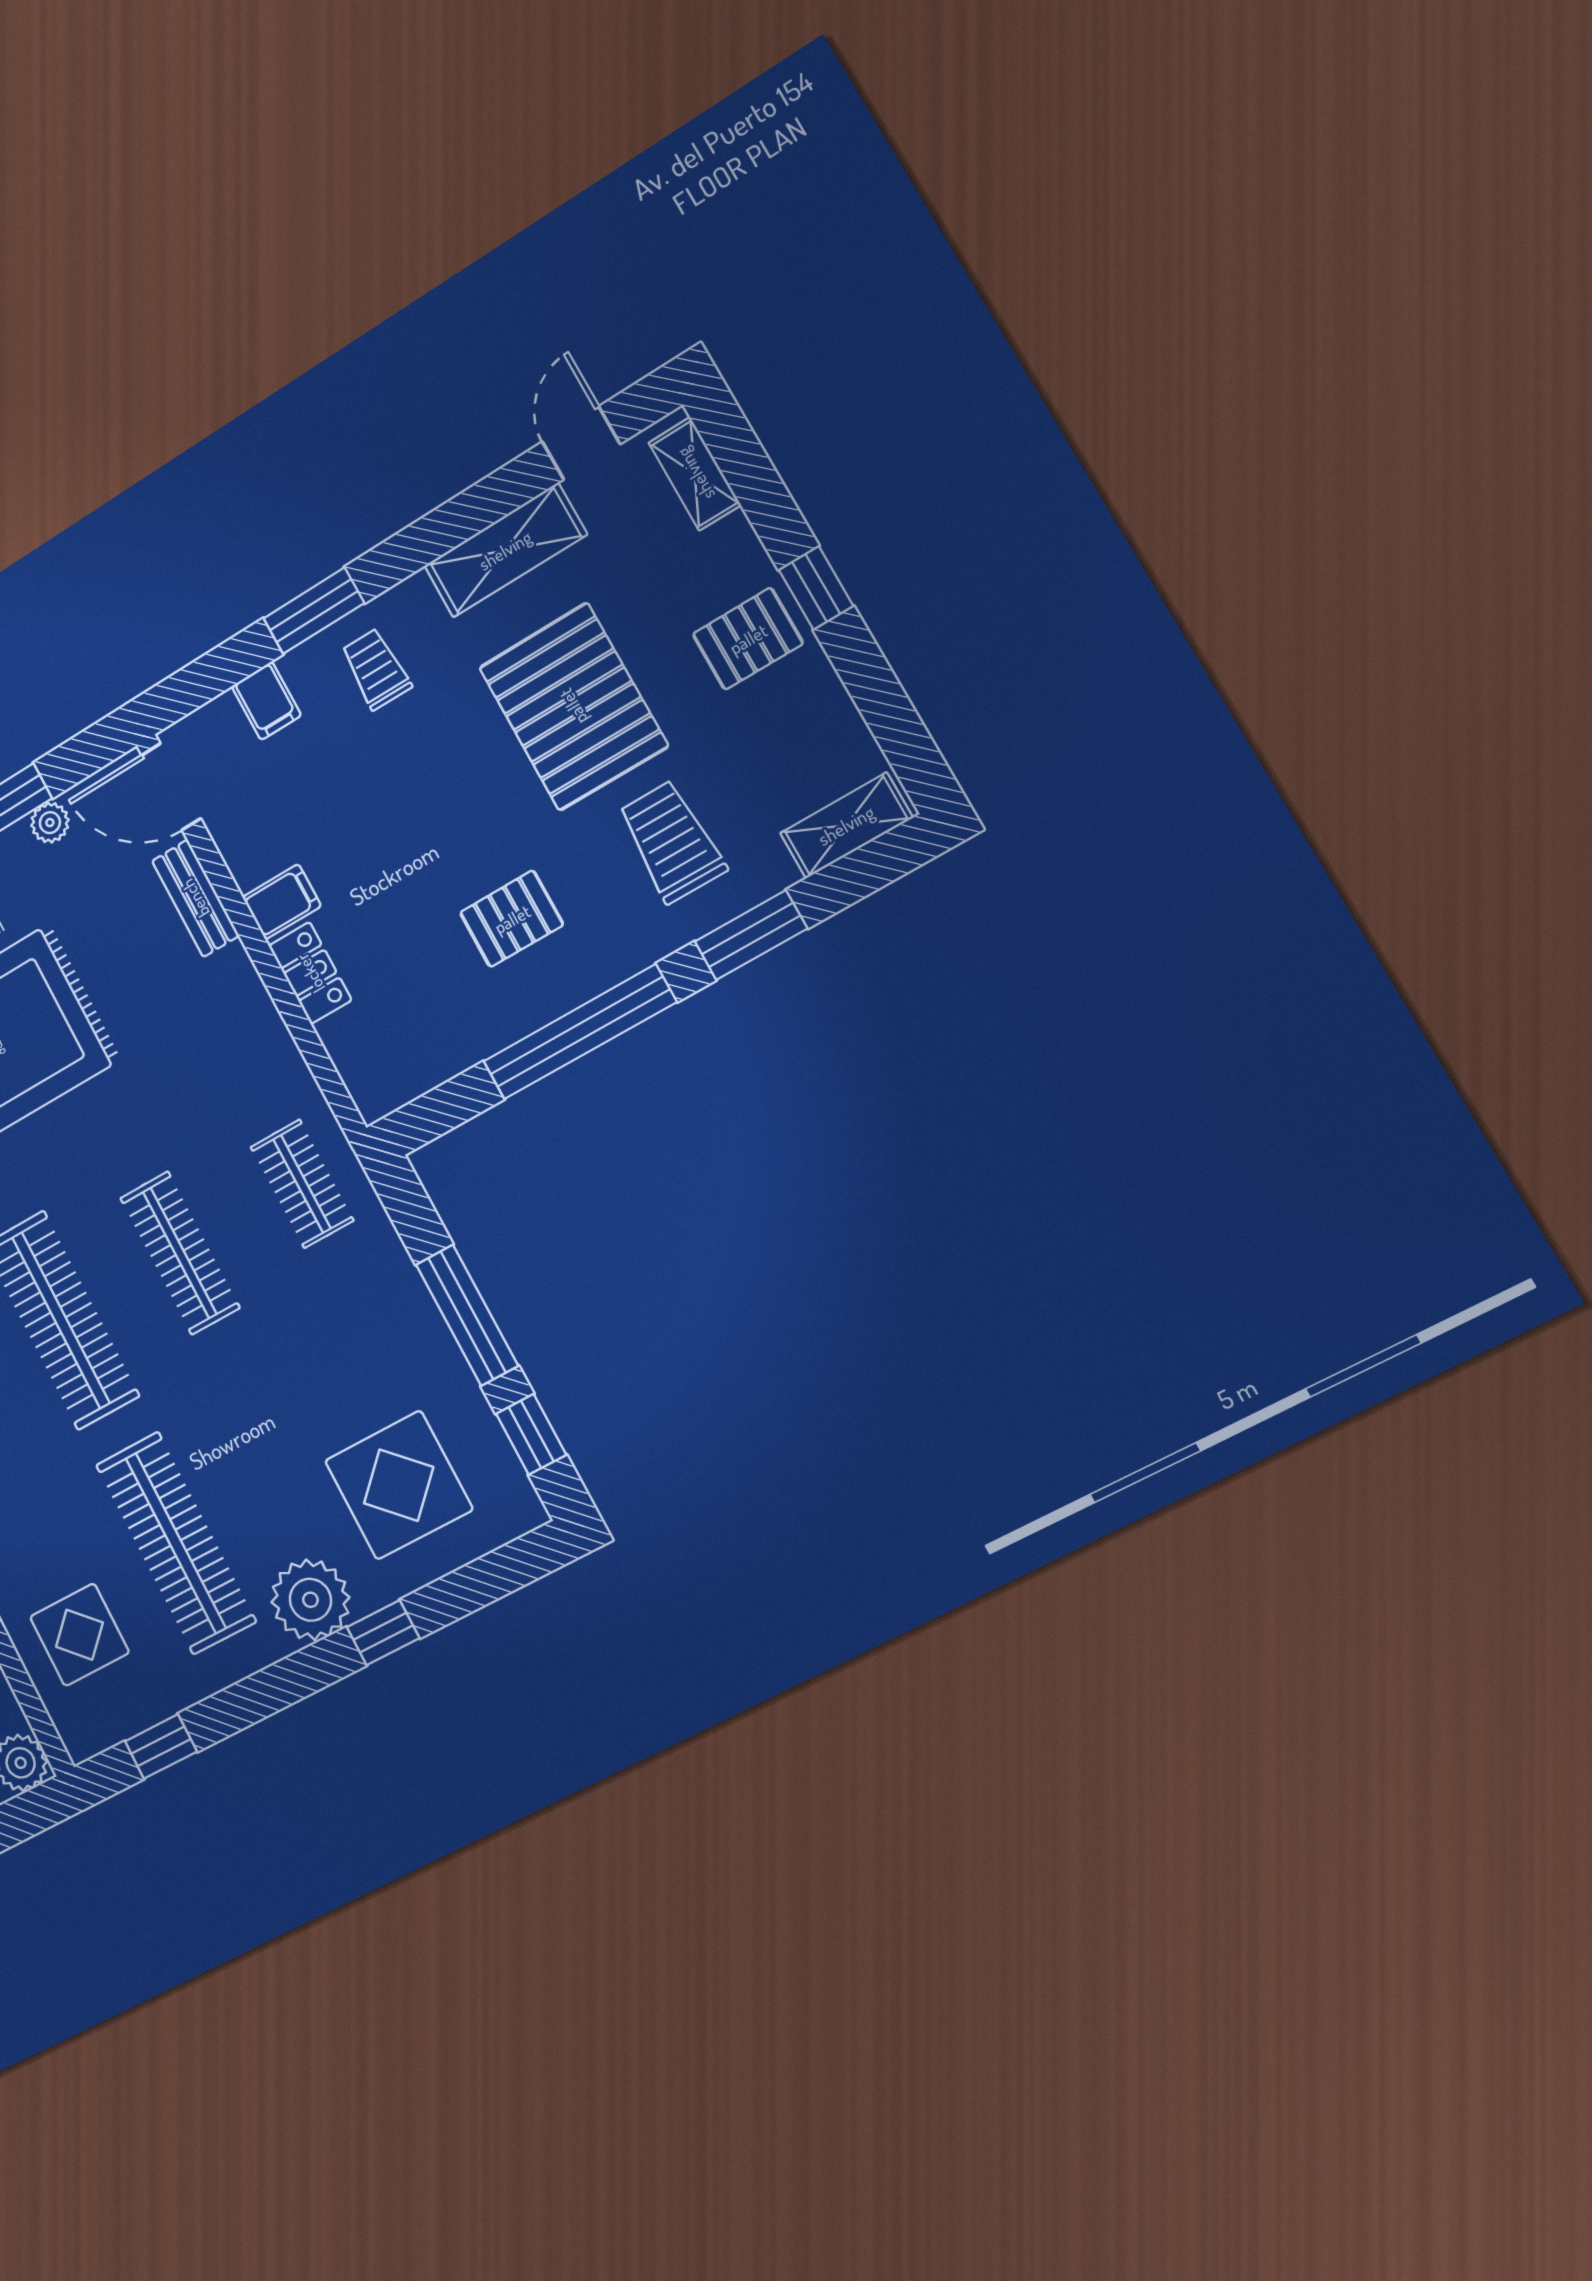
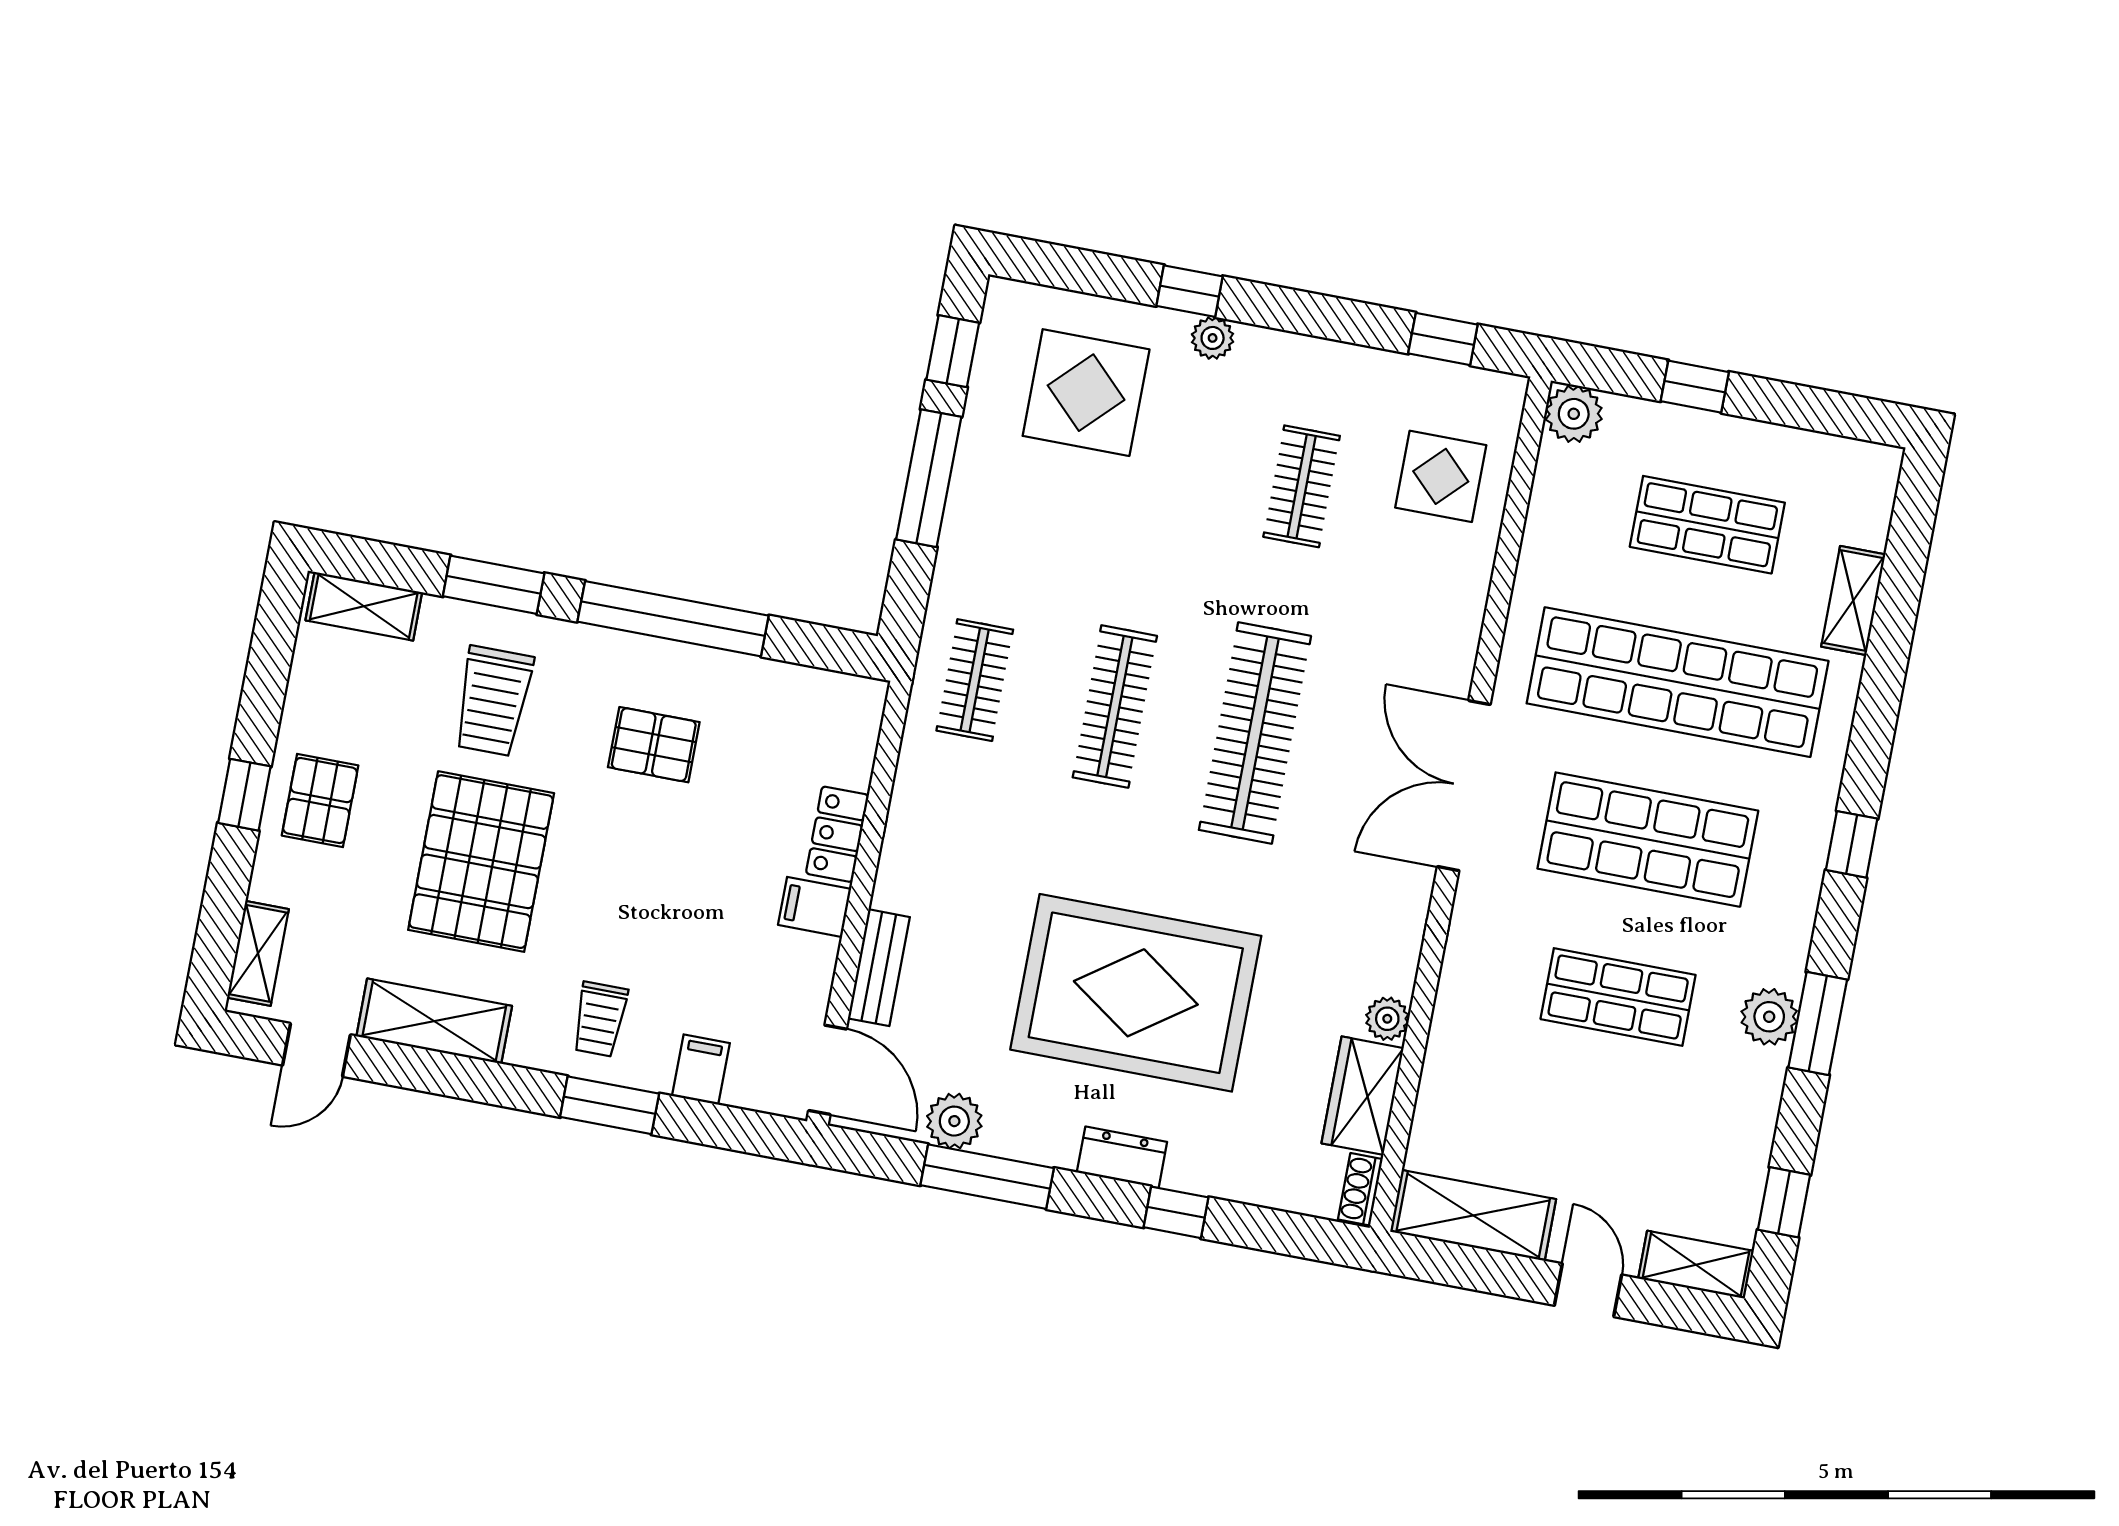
pallet: (748, 639) -> (320, 801), turned 90
plant: (50, 823) -> (954, 1121), width x1.38, depth x1.38
clothes rail: (176, 1543) -> (1302, 486), width x0.54, depth x0.76
plant: (310, 1600) -> (1213, 338), width x0.53, depth x0.53

